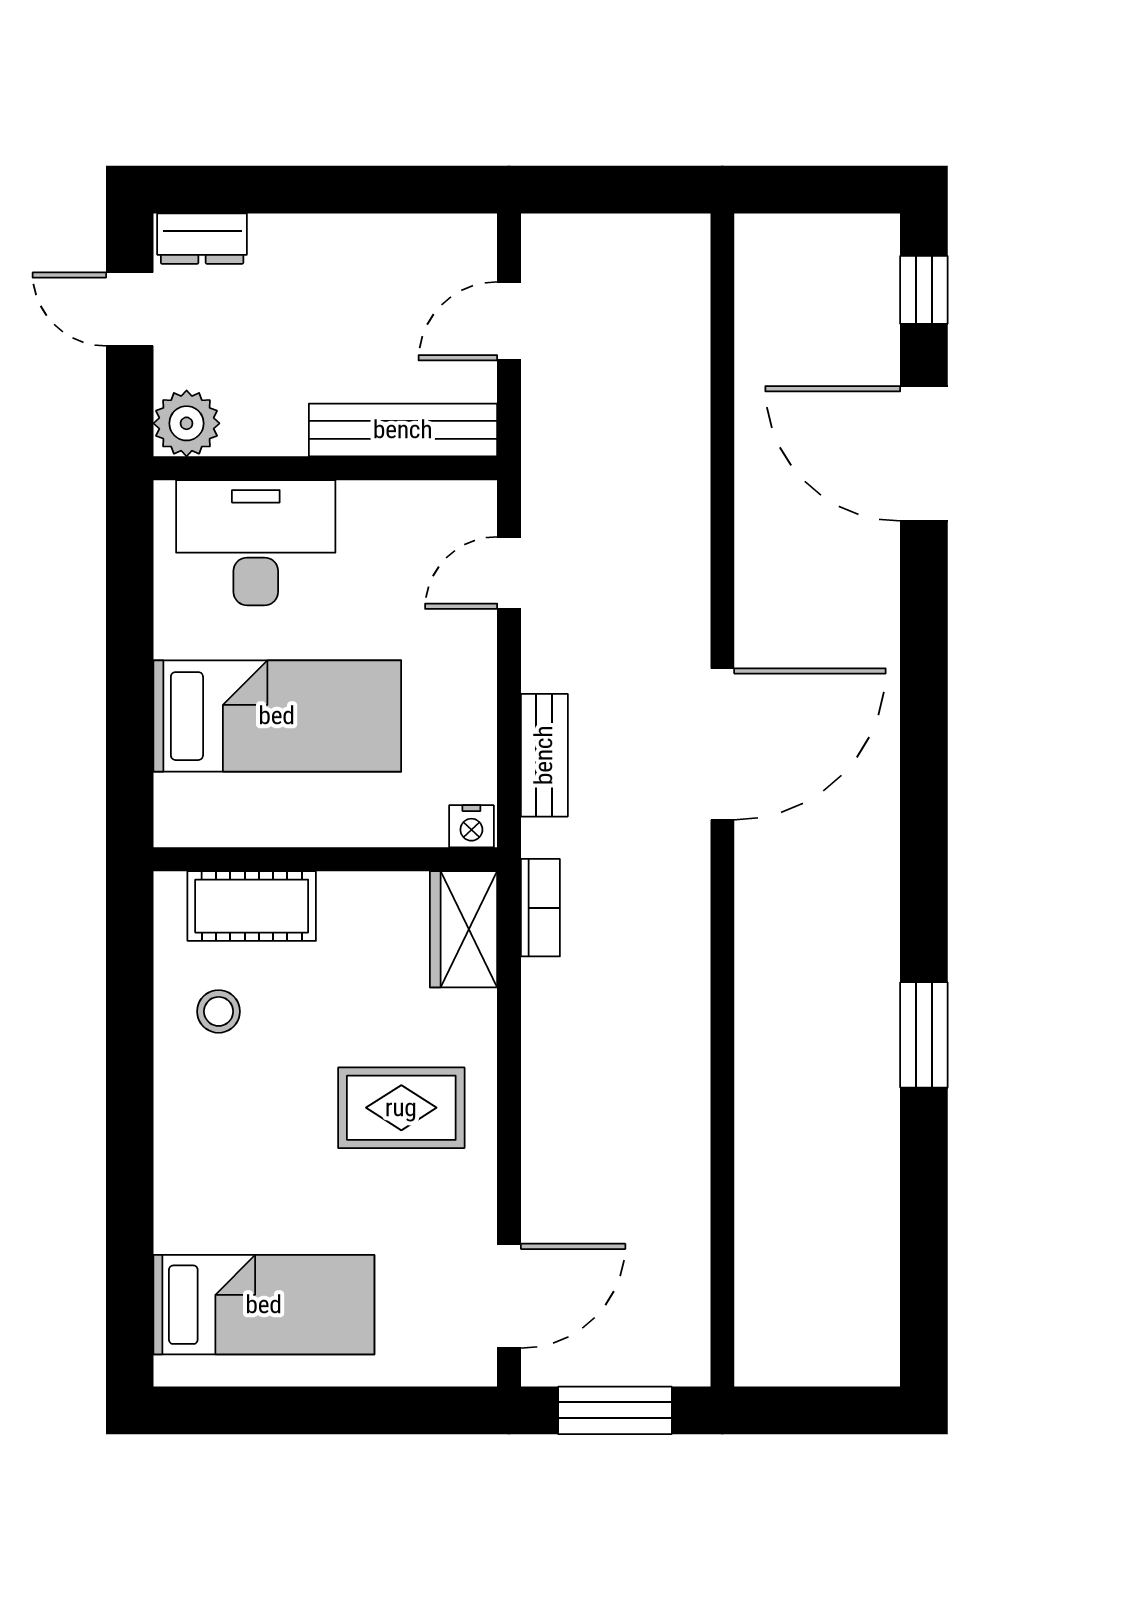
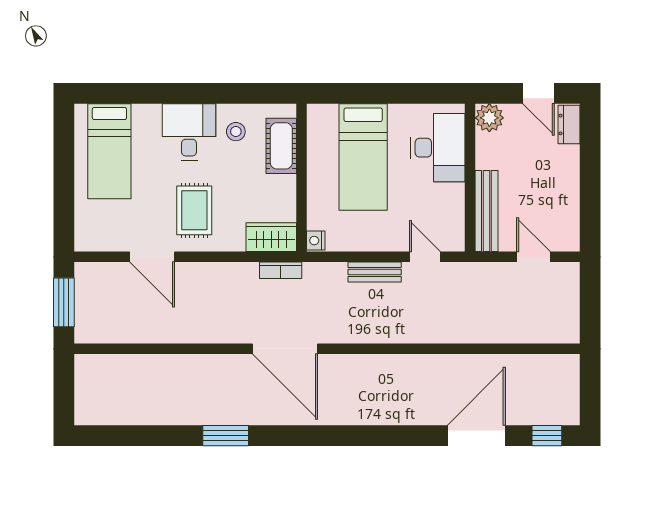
door: (130, 309) -> (539, 93), swing flipped
door: (722, 744) -> (285, 349), moved
bench: (544, 755) -> (375, 272), moved
desk: (220, 1120) -> (189, 132), added
door: (509, 1296) -> (152, 257), moved

